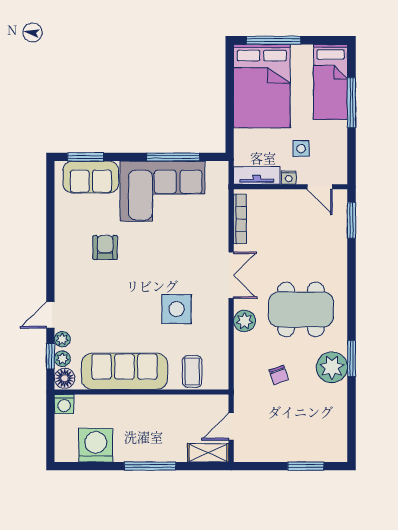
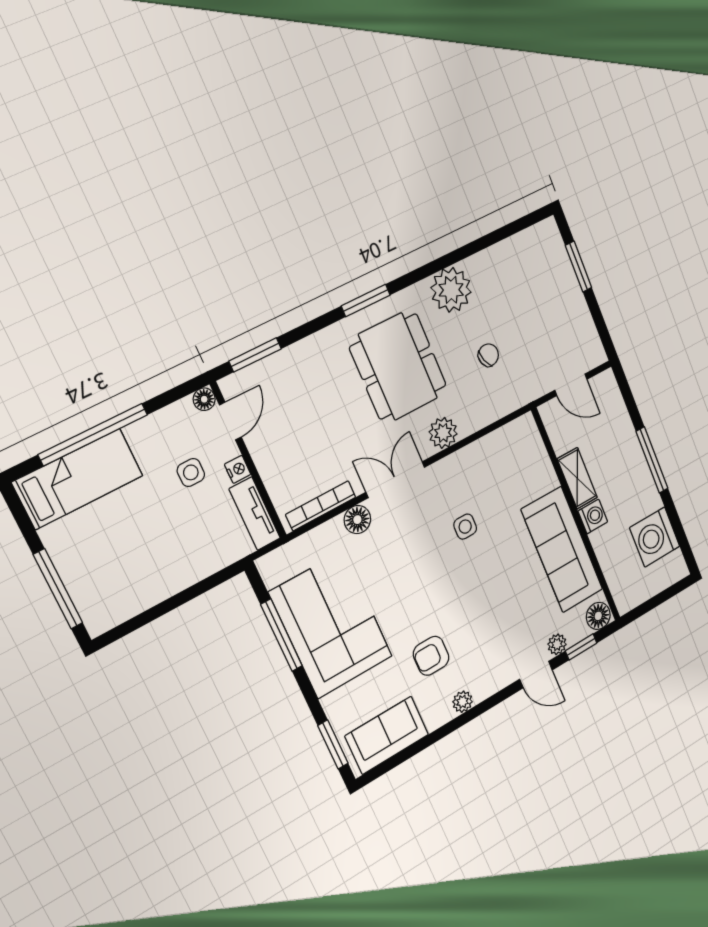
bed: (262, 86) -> (131, 571), removed
window: (351, 103) -> (93, 434), width x1.46
sofa: (91, 177) -> (387, 735), moved, turned -90
floor lamp: (340, 177) -> (204, 399), added
floor lamp: (219, 239) -> (357, 520), added
side table: (177, 309) -> (465, 527), width x0.54, depth x0.54
window: (351, 358) -> (366, 300), moved
plant: (62, 359) -> (463, 702), moved
coffee table: (192, 371) -> (529, 467), removed
washing machine: (64, 404) -> (593, 516), moved
shelving: (208, 453) -> (577, 478), moved

